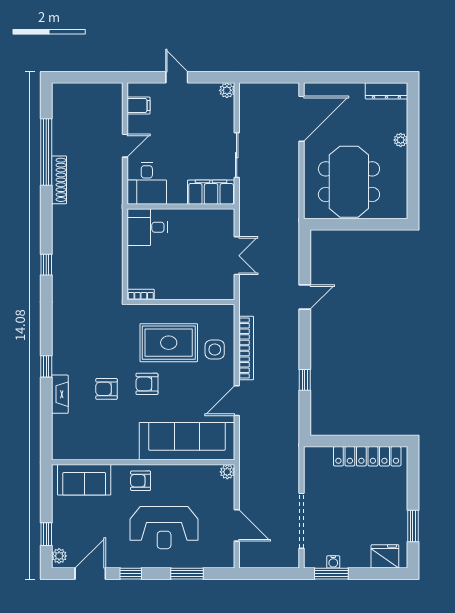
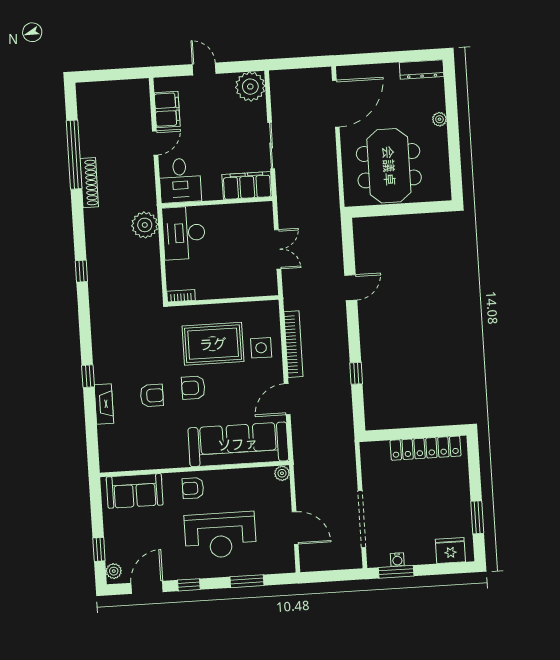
plant: (227, 90) -> (250, 87), width x1.87, depth x1.87
filing cabinet: (139, 106) -> (167, 109), width x2.00
plant: (110, 224) -> (145, 225), added
desk: (147, 227) -> (184, 233), width x1.37
armchair: (107, 389) -> (152, 395), turned 180

